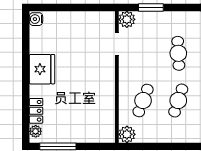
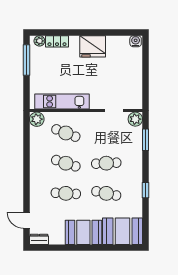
kitchen unit: (106, 105) -> (62, 101), added

